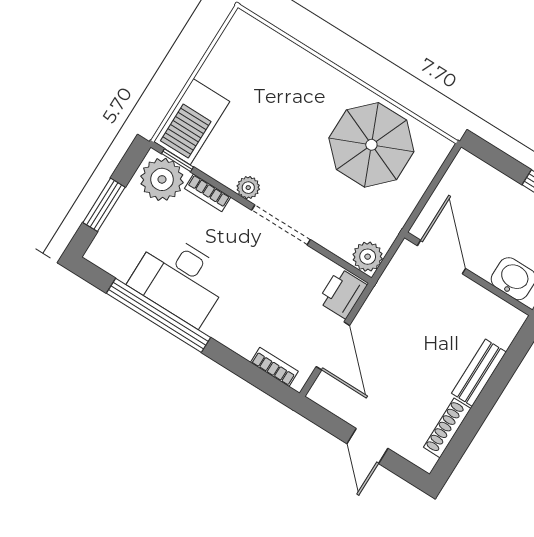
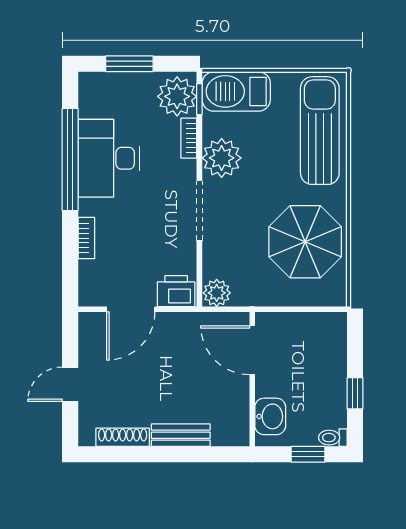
sun lounger: (277, 67) -> (320, 131), added
plant: (248, 188) -> (222, 158), width x1.88, depth x1.88
door: (442, 257) -> (252, 350), swing flipped
bookcase: (274, 367) -> (86, 238), moved

